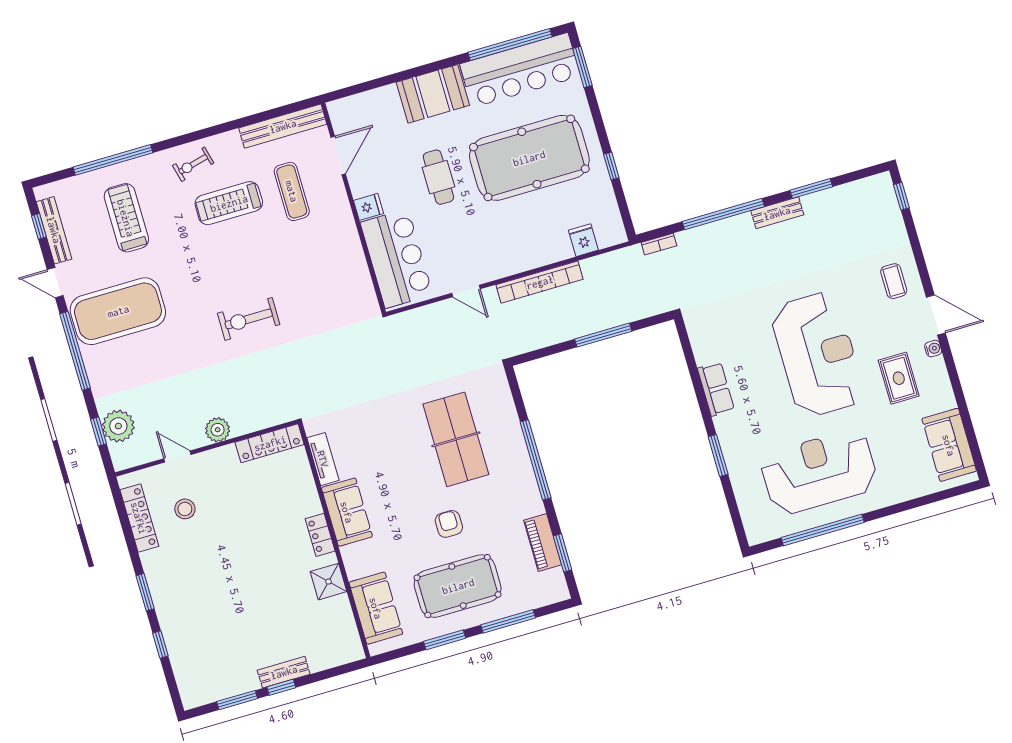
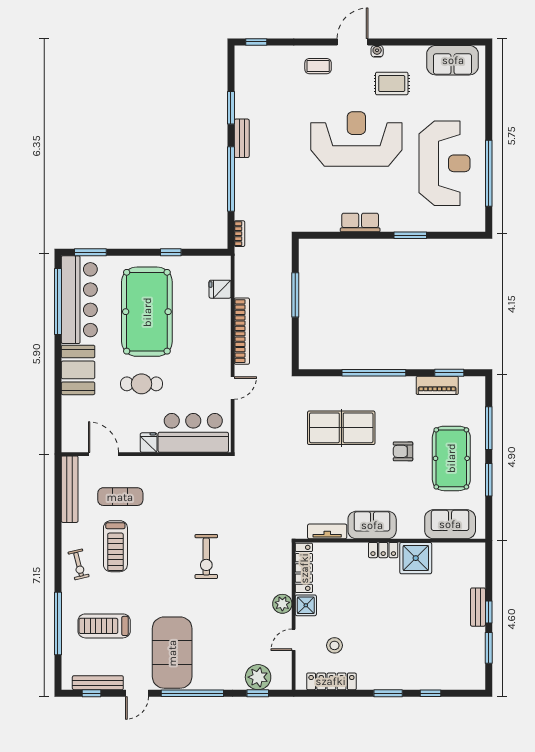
shower: (224, 459) -> (306, 605), added
reception desk: (819, 472) -> (445, 163), turned 180
shower: (329, 582) -> (416, 558), width x1.36, depth x1.36

